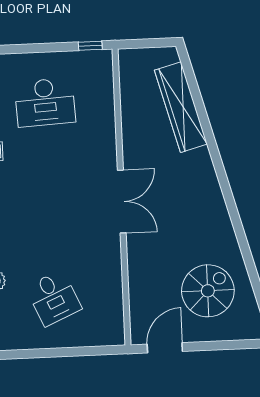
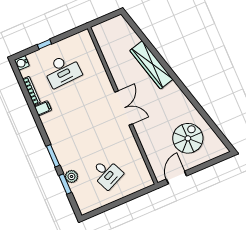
window: (90, 46) -> (44, 44), moved
wardrobe: (181, 107) -> (151, 65), moved

